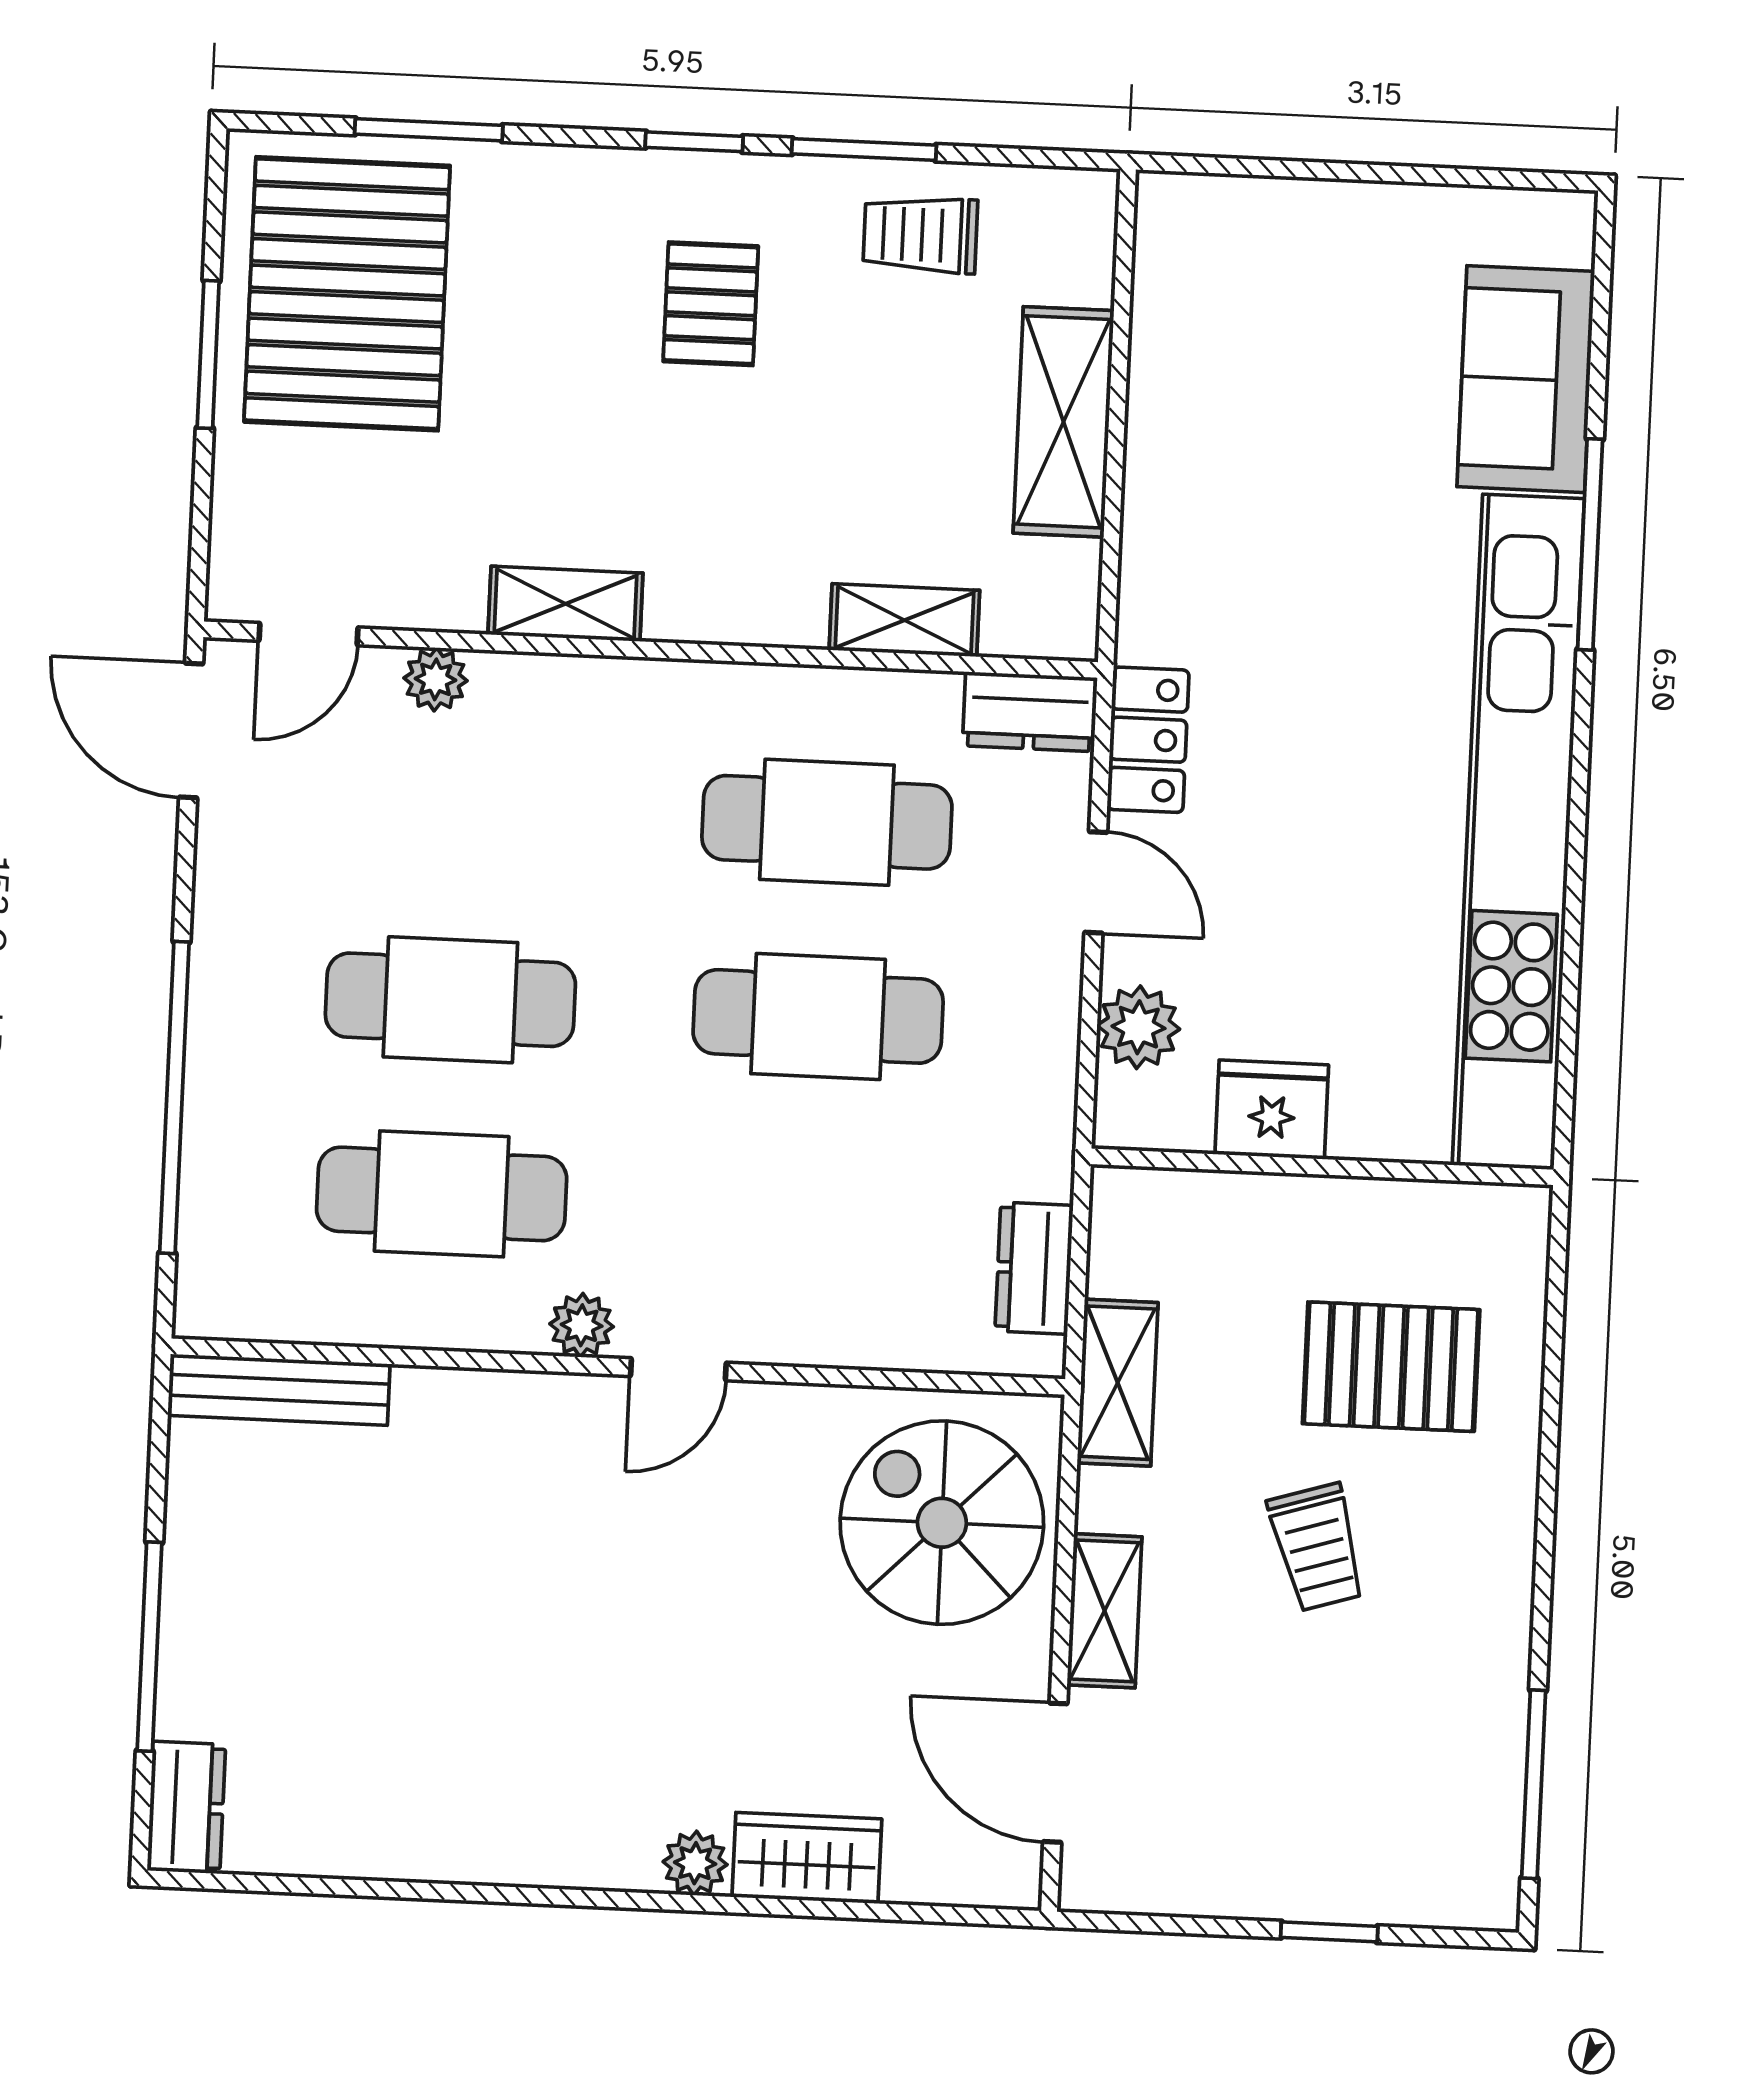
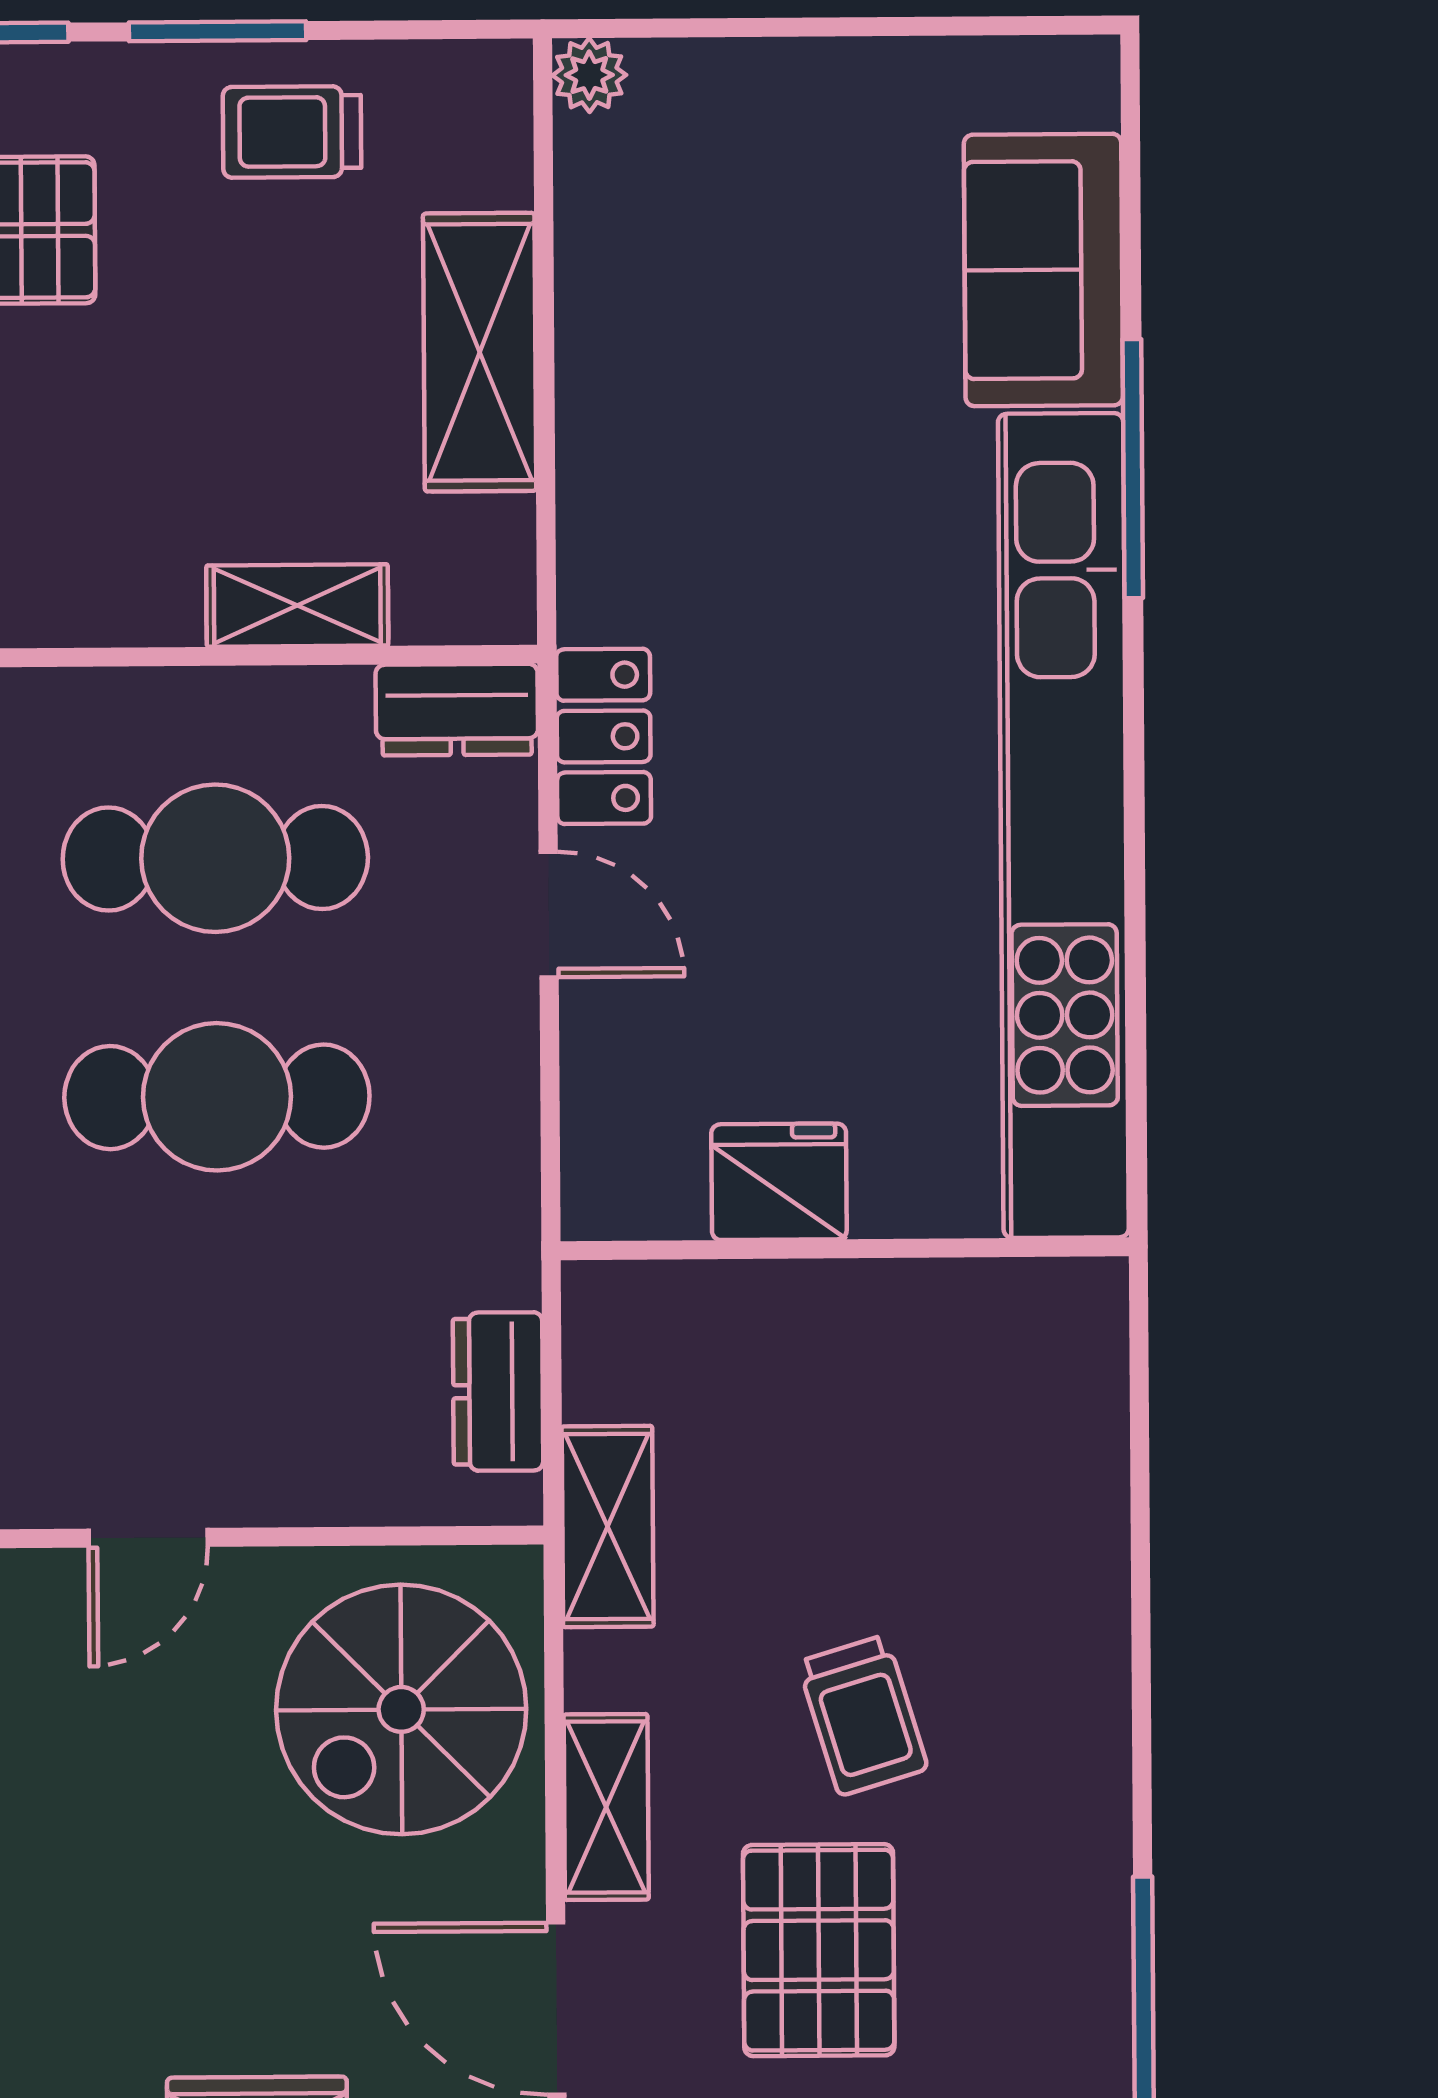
plant: (1138, 1027) -> (589, 75), moved, width x0.73, depth x0.73
pallet: (1391, 1367) -> (819, 1950), moved, turned 90
door: (678, 1369) -> (148, 1538), moved
spiral stairs: (942, 1523) -> (401, 1709), turned -90

